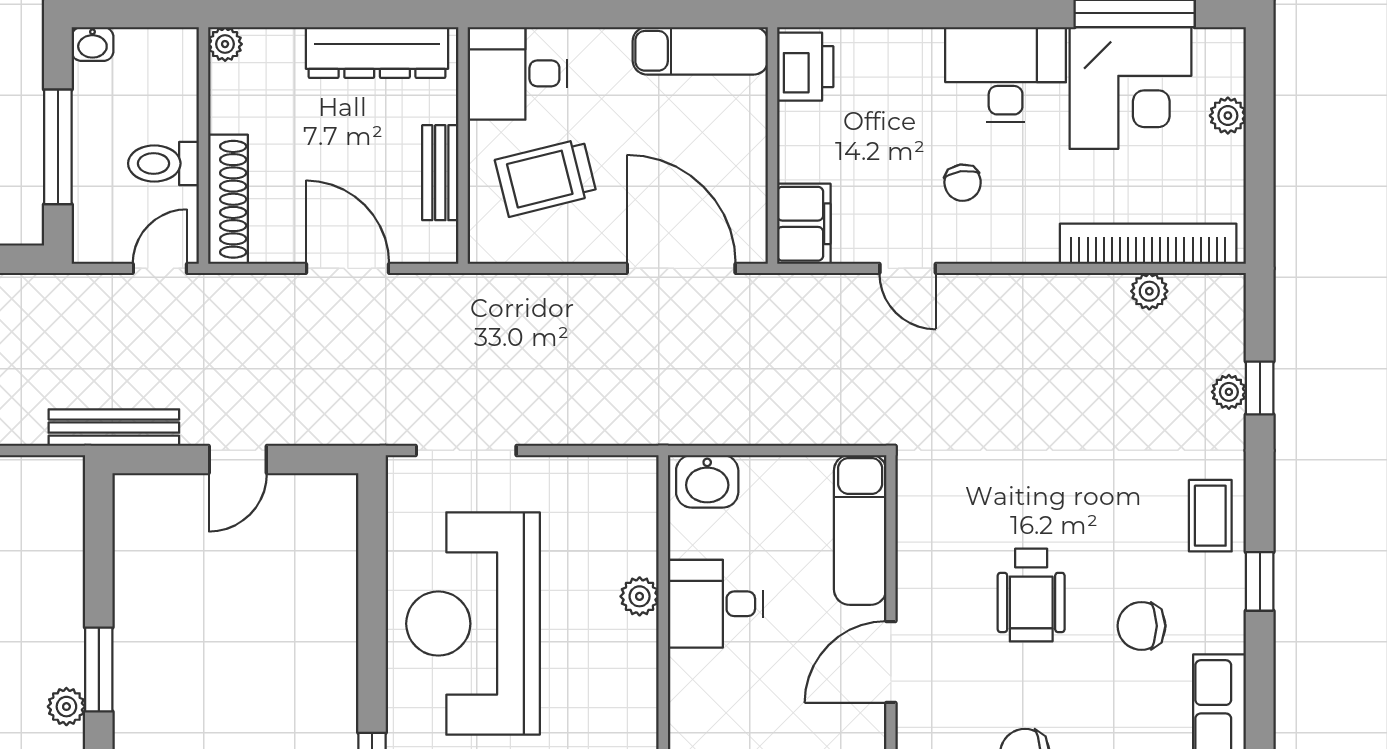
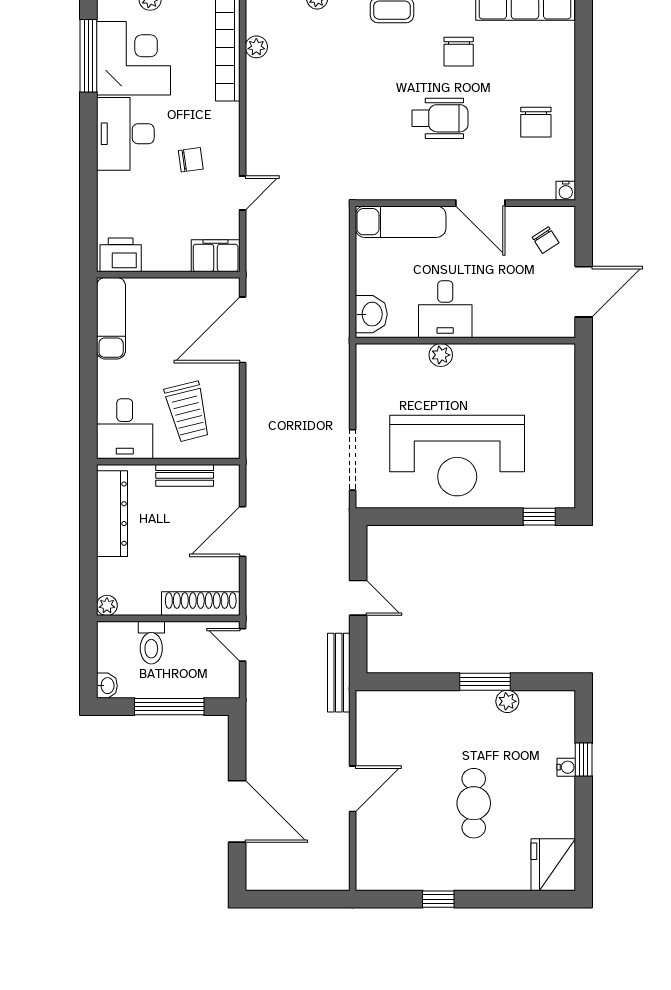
toilet: (164, 163) -> (151, 643), moved

